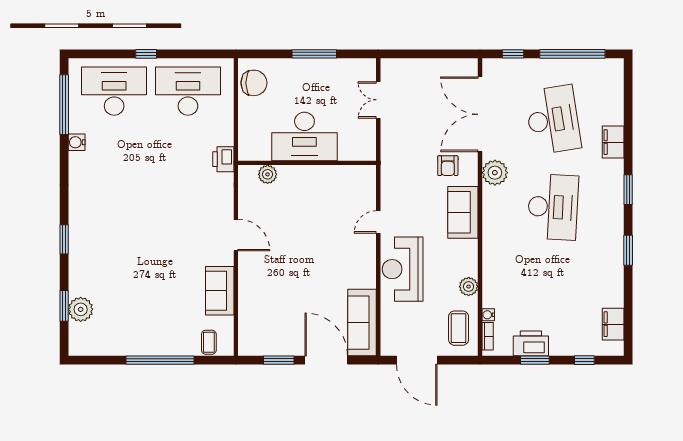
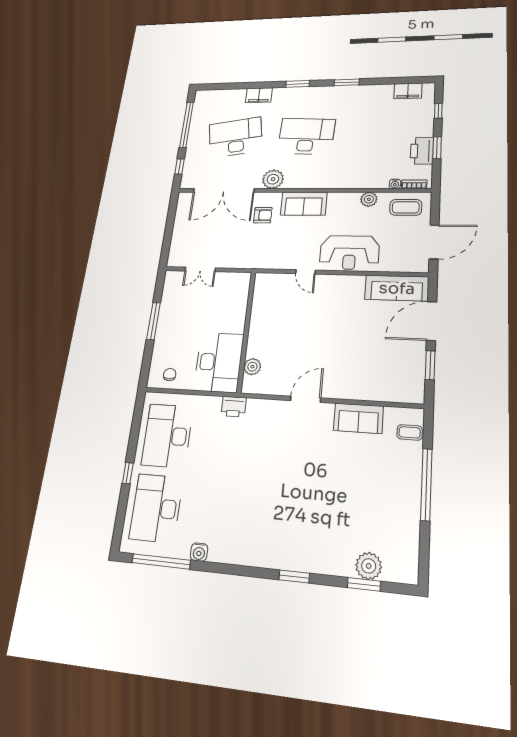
chair: (254, 83) -> (170, 375), width x0.54, depth x0.54
desk: (304, 136) -> (219, 362), moved

